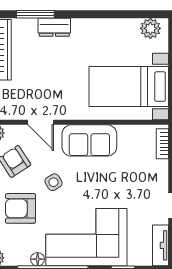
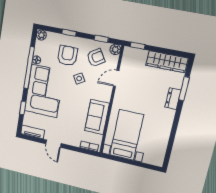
plant: (150, 28) -> (159, 156), removed
sofa: (89, 140) -> (97, 117), moved

